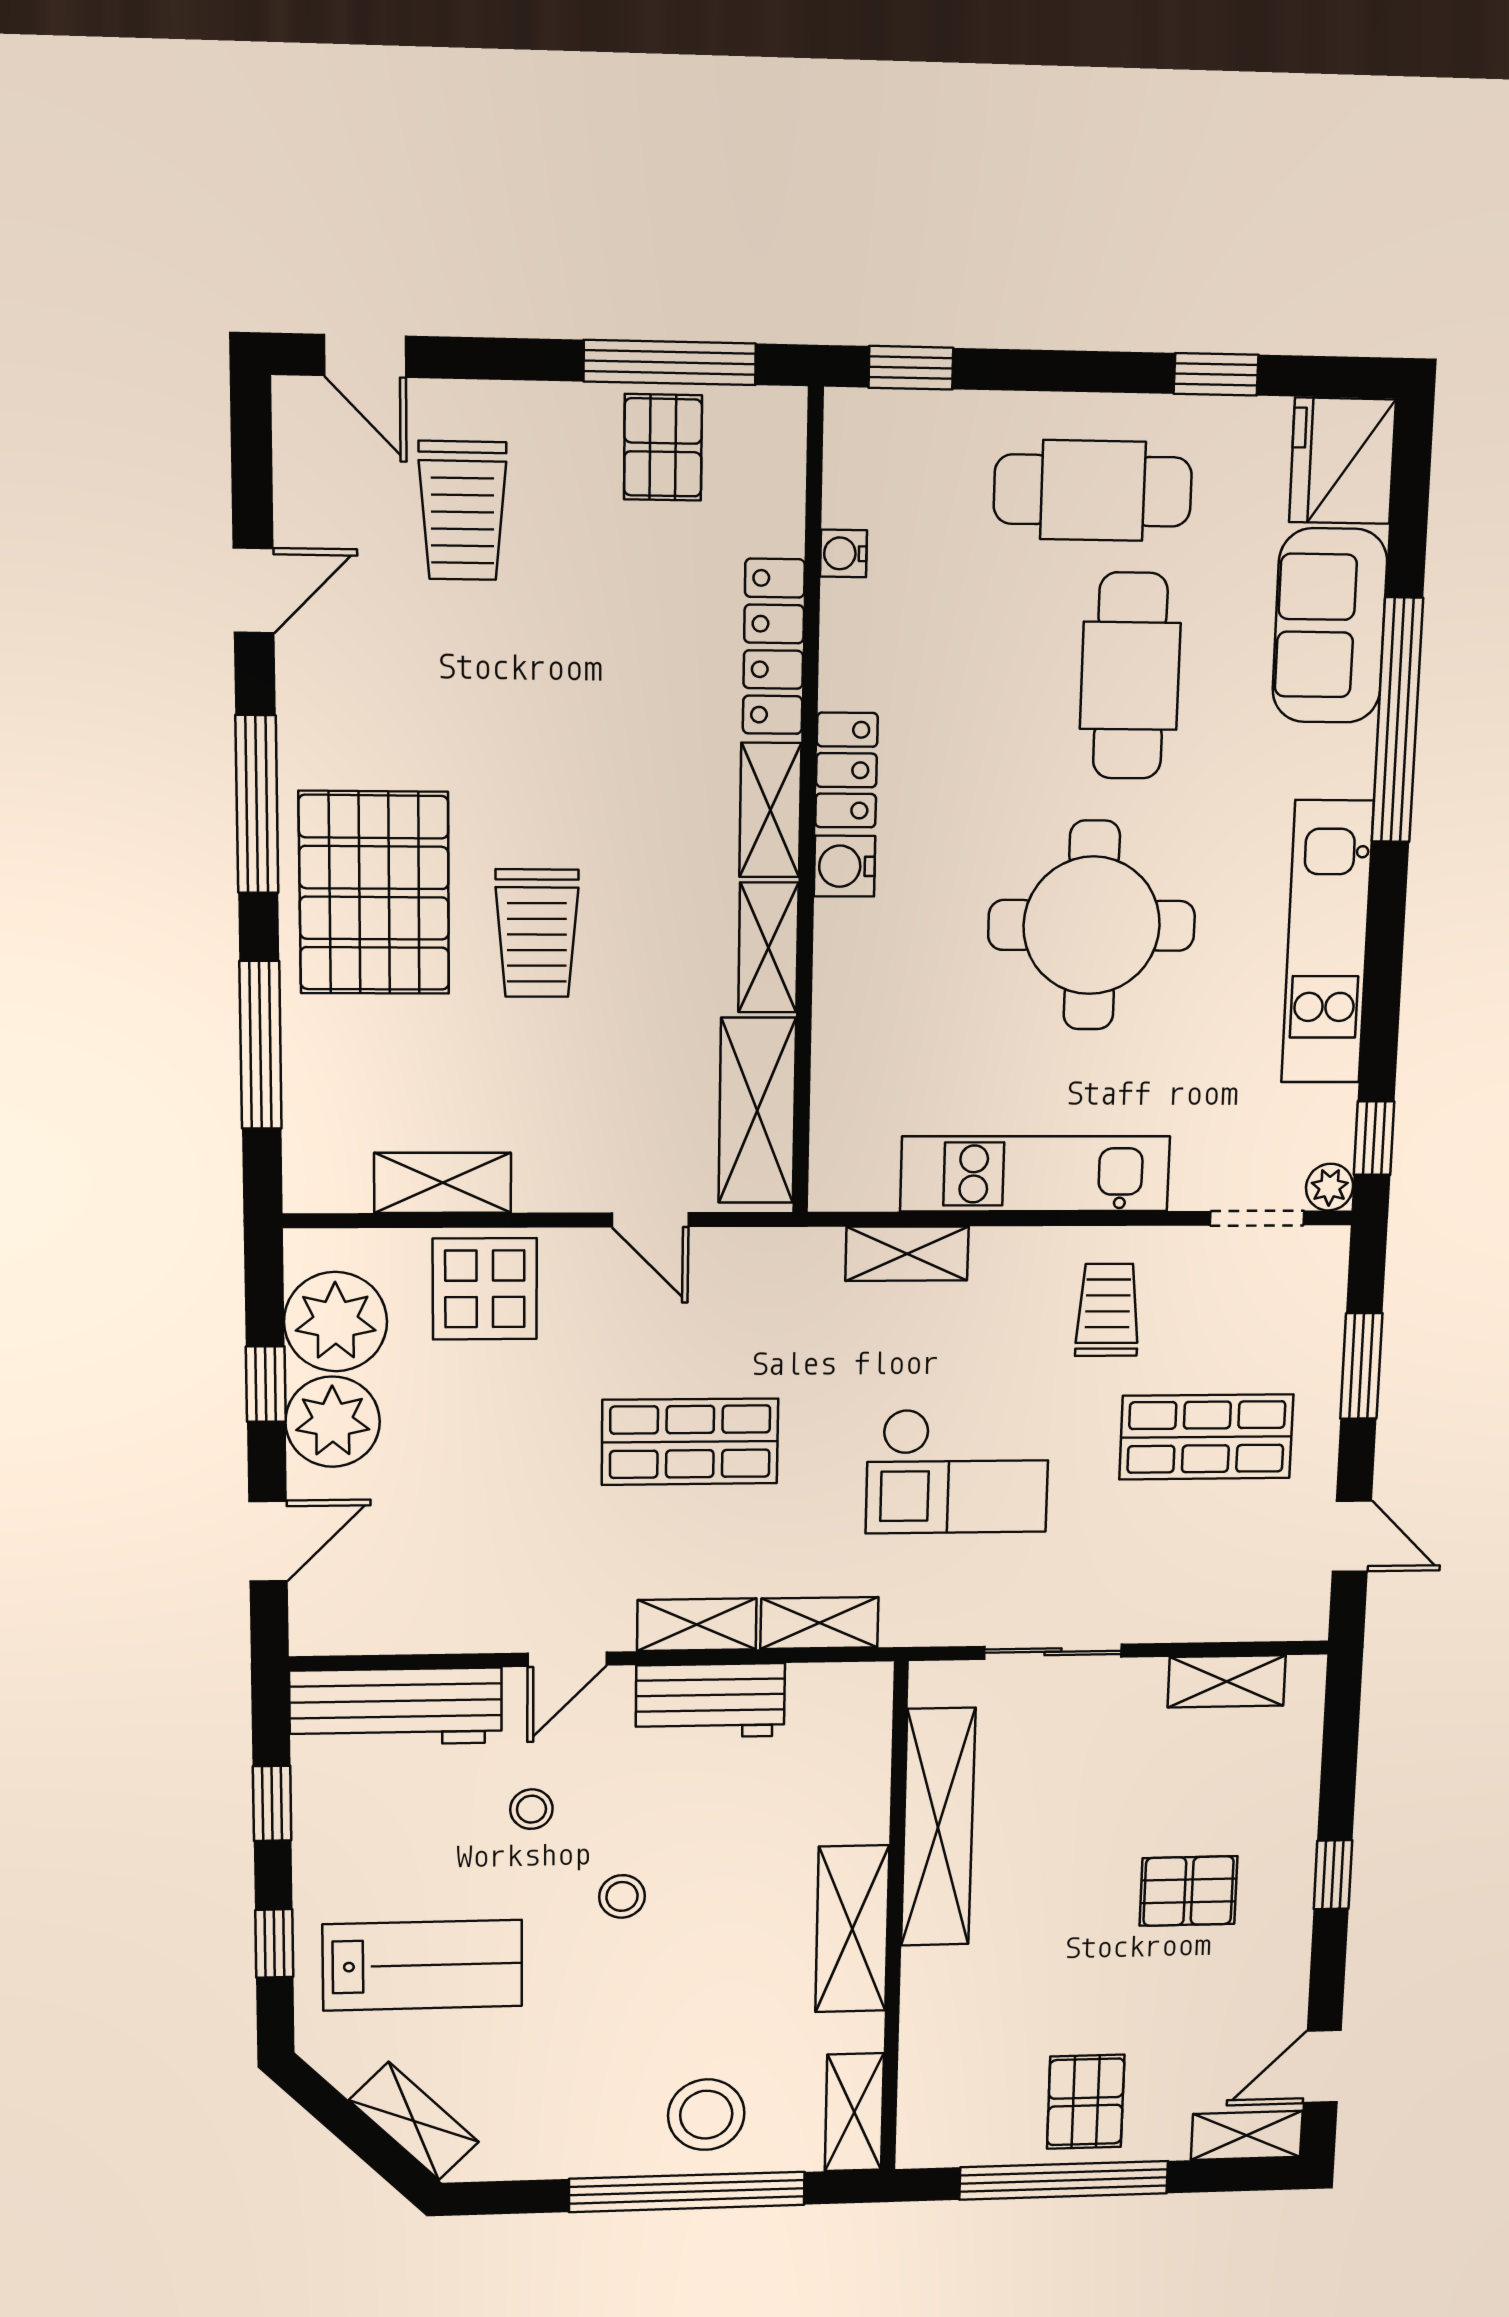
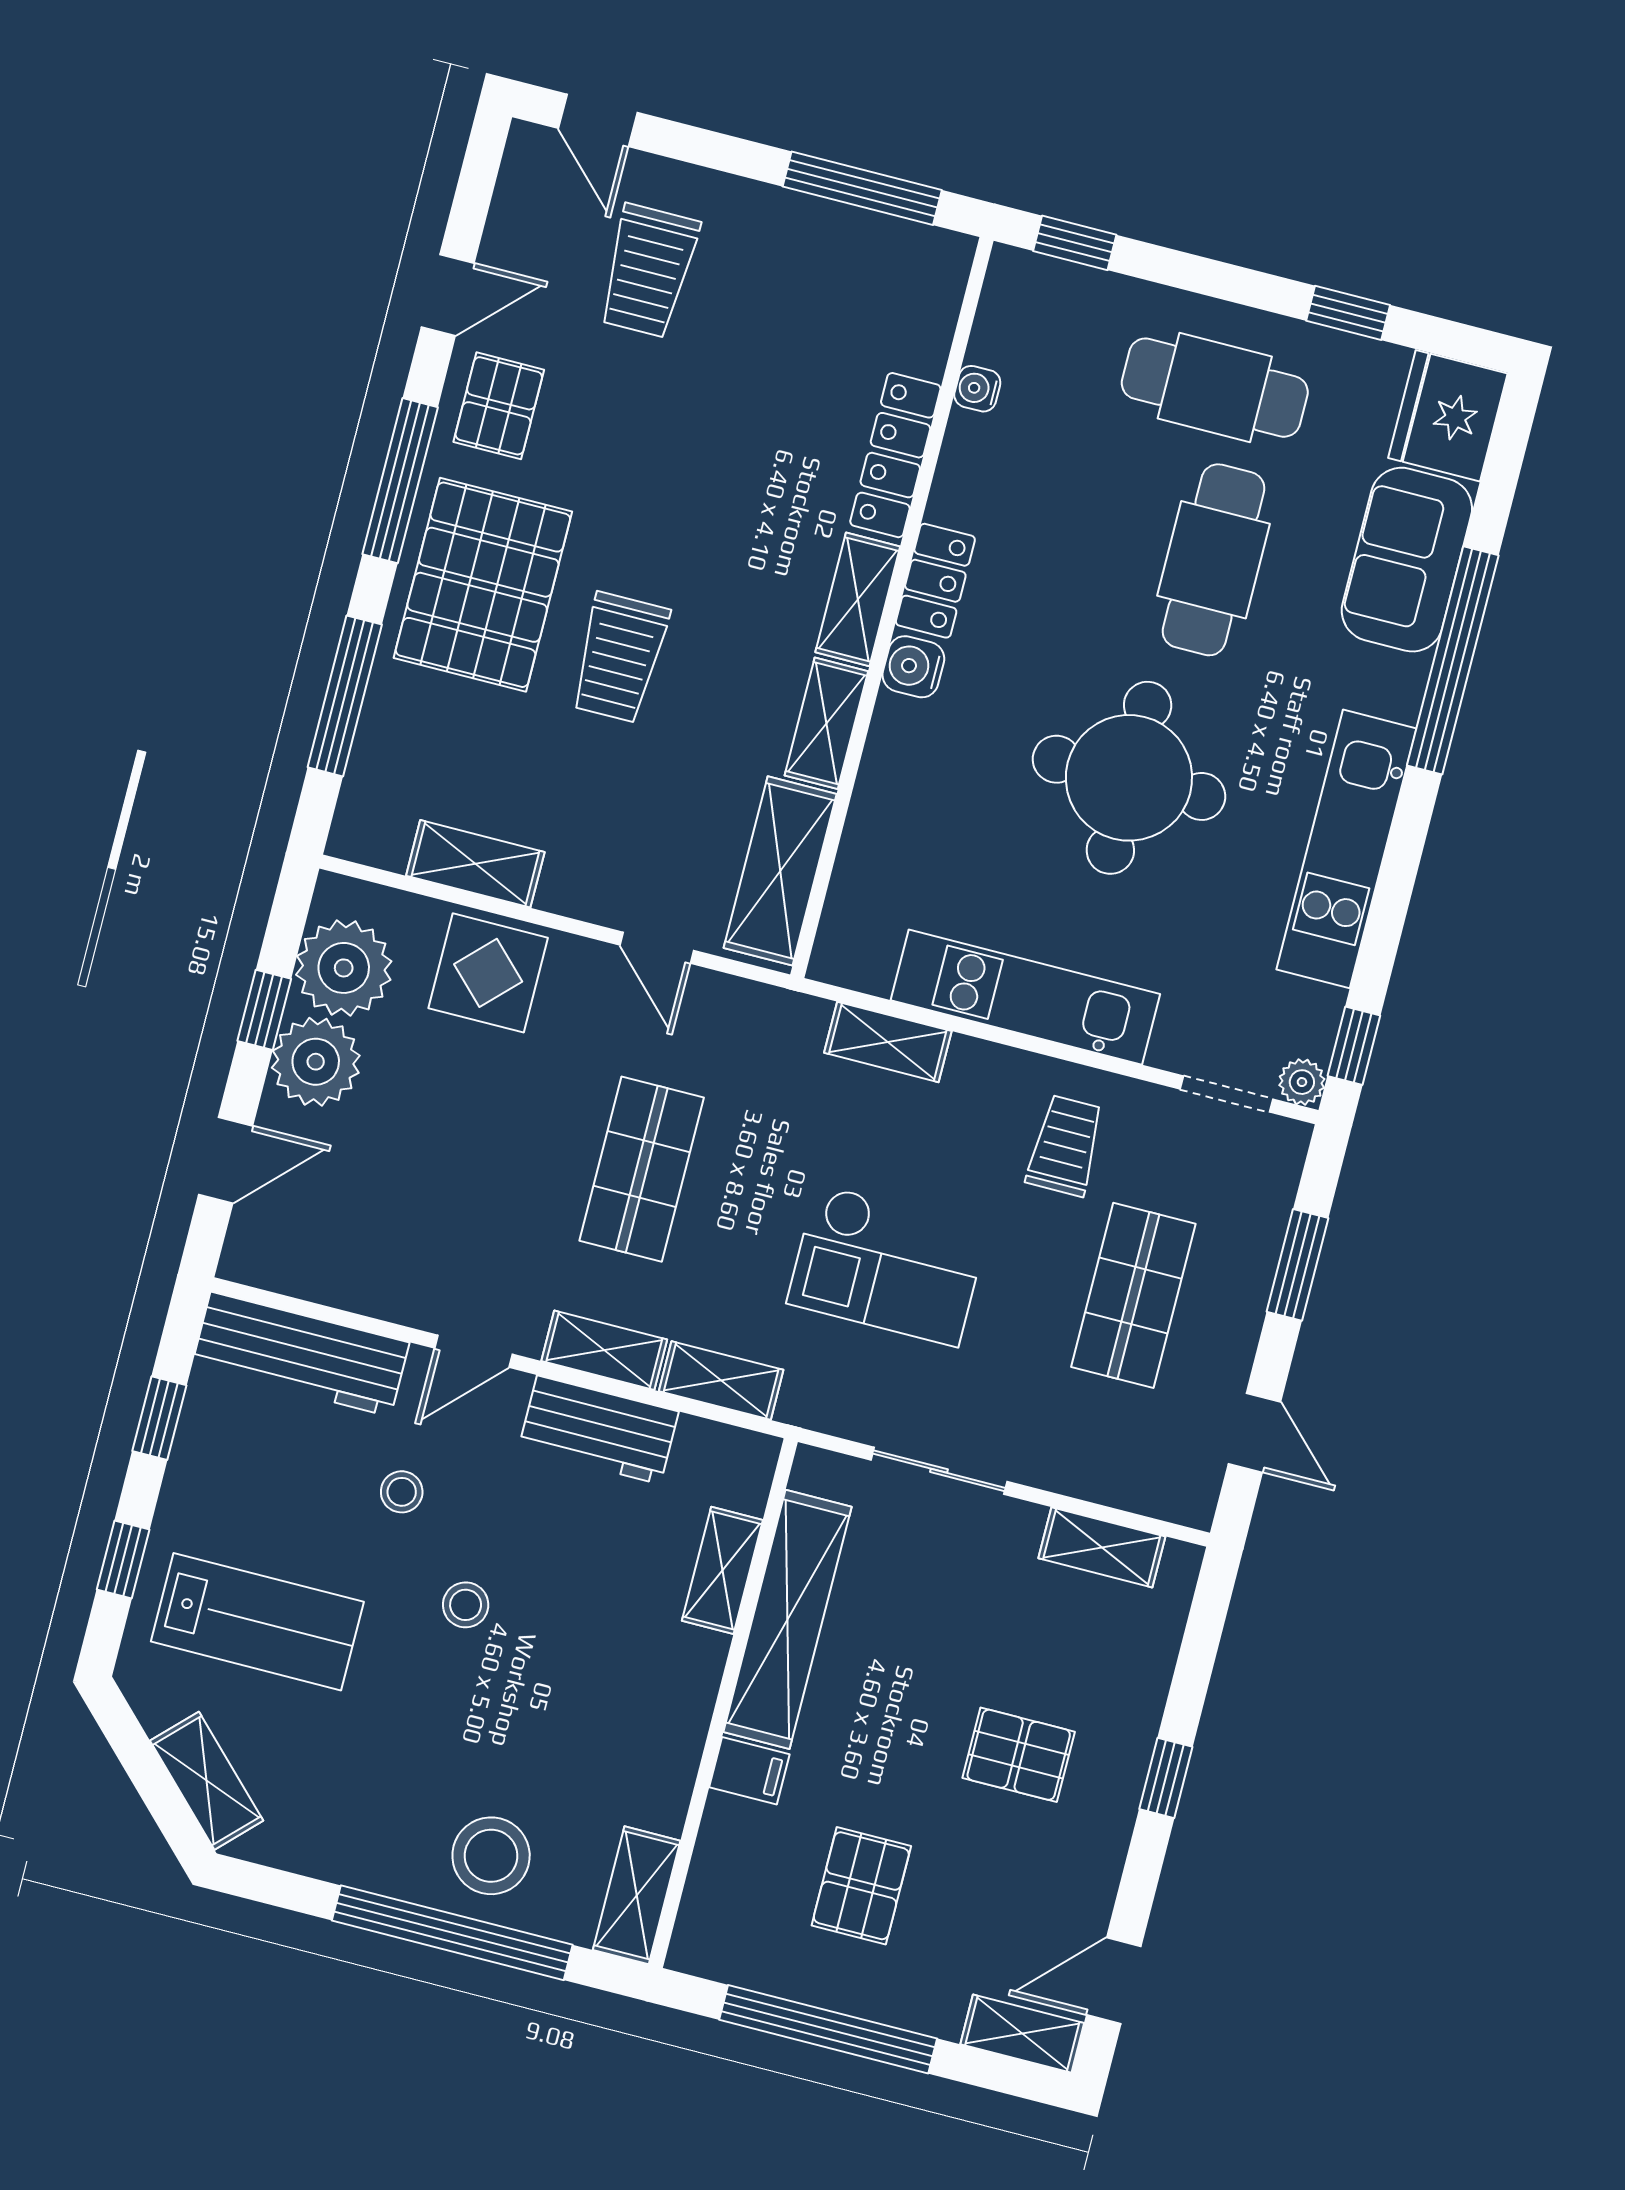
pallet: (663, 447) -> (499, 406), moved
shop shelf: (1206, 1437) -> (1133, 1295), turned 90
shop shelf: (690, 1442) -> (642, 1169), turned 90
shelving: (852, 1929) -> (722, 1570), moved, width x0.67, depth x0.75
filing cabinet: (935, 1973) -> (749, 1771), added
pallet: (1086, 2102) -> (861, 1886), moved

